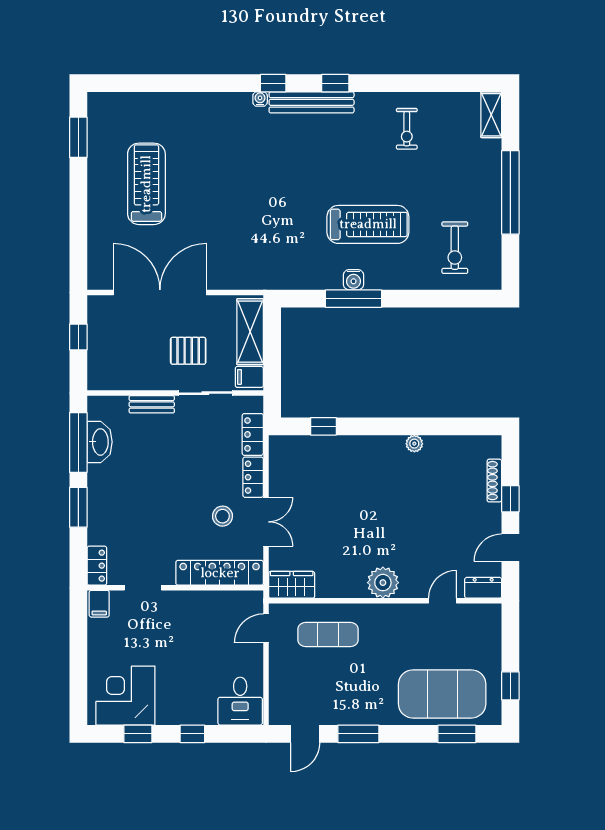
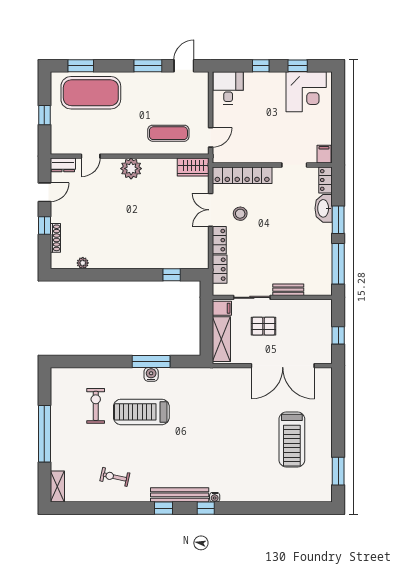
exercise bike: (407, 129) -> (115, 477), turned -78
exercise bike: (455, 248) -> (96, 406), moved
washbasin: (100, 442) -> (324, 208), moved
plant: (414, 444) -> (83, 263), moved
window: (510, 686) -> (44, 115), moved

